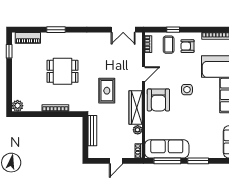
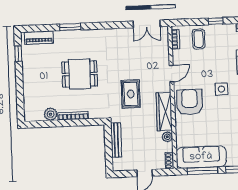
window: (173, 30) -> (216, 21), moved
armchair: (187, 46) -> (220, 40), removed
armchair: (158, 100) -> (190, 102), turned 180
plant: (18, 106) -> (51, 114), moved

